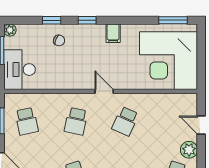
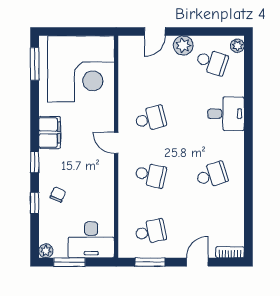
filing cabinet: (113, 33) -> (50, 132), width x2.00
door: (104, 91) -> (116, 143), hinge flipped
school desk: (125, 121) -> (151, 119), turned -39

